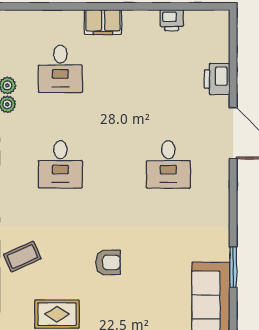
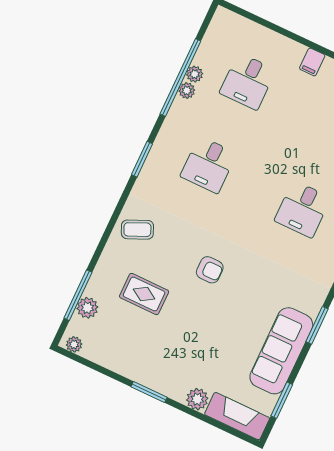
filing cabinet: (103, 22) -> (312, 62), width x0.50

